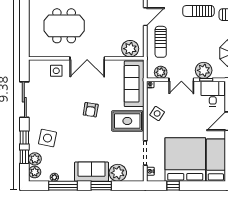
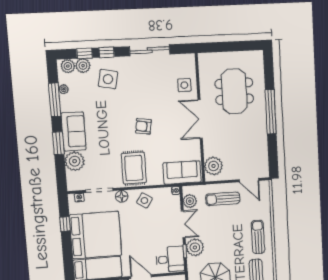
double door: (181, 80) -> (183, 224), swing flipped
sofa: (134, 84) -> (182, 173), width x0.73
floor lamp: (152, 134) -> (122, 196), added

